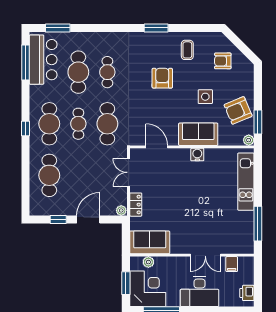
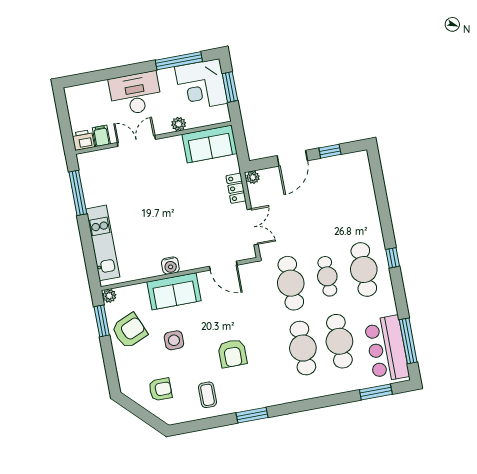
cafe table: (107, 72) -> (303, 348), width x1.37, depth x1.35
cafe table: (49, 175) -> (352, 205), removed
plant: (148, 262) -> (179, 124), moved
printer: (247, 293) -> (83, 140), moved, turned -90

